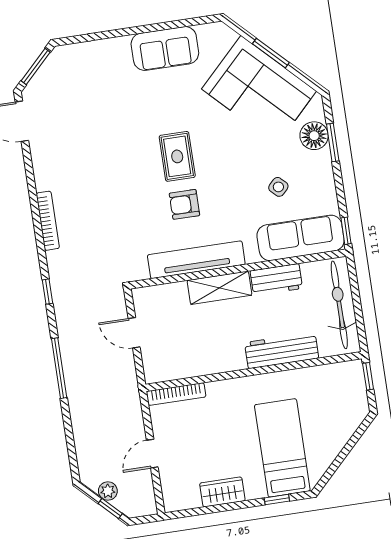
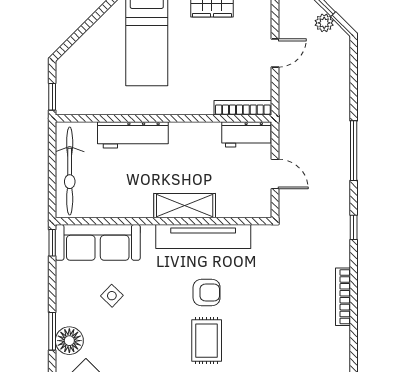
workbench: (276, 280) -> (246, 134), moved, turned 180

